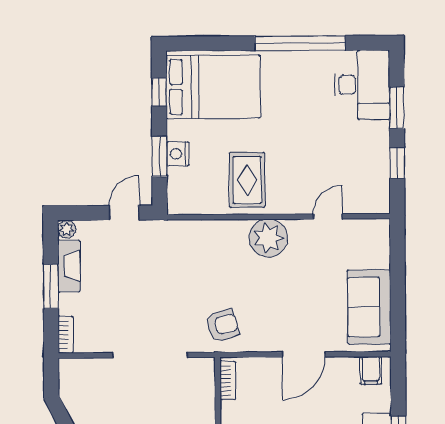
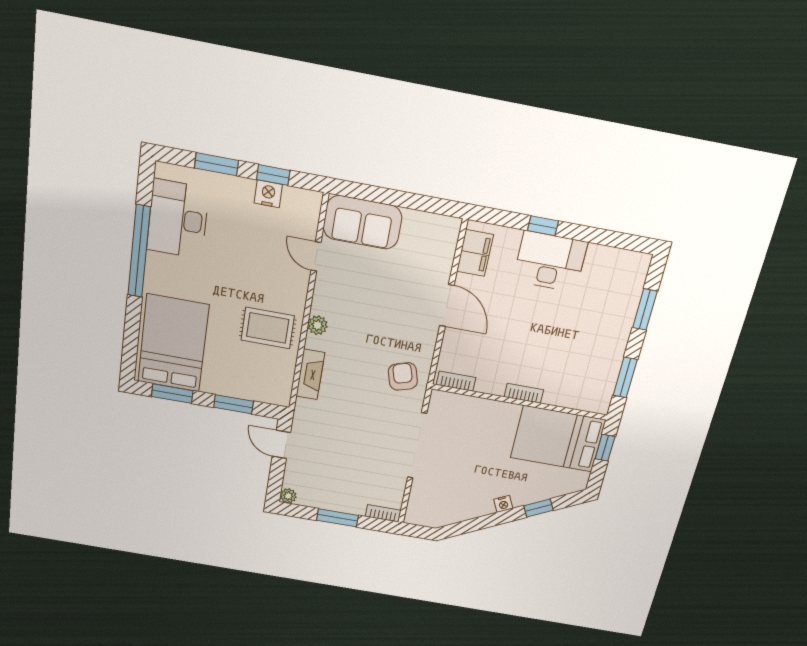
desk: (362, 85) -> (178, 219), moved, turned -90
window: (159, 92) -> (172, 394), width x1.50
nightstand: (178, 154) -> (268, 194), moved, turned 180
plant: (268, 238) -> (317, 325), width x0.53, depth x0.53
fireplace: (69, 266) -> (310, 374), moved, turned 90
sofa: (369, 307) -> (363, 222), moved
filing cabinet: (371, 370) -> (475, 253), width x2.00

